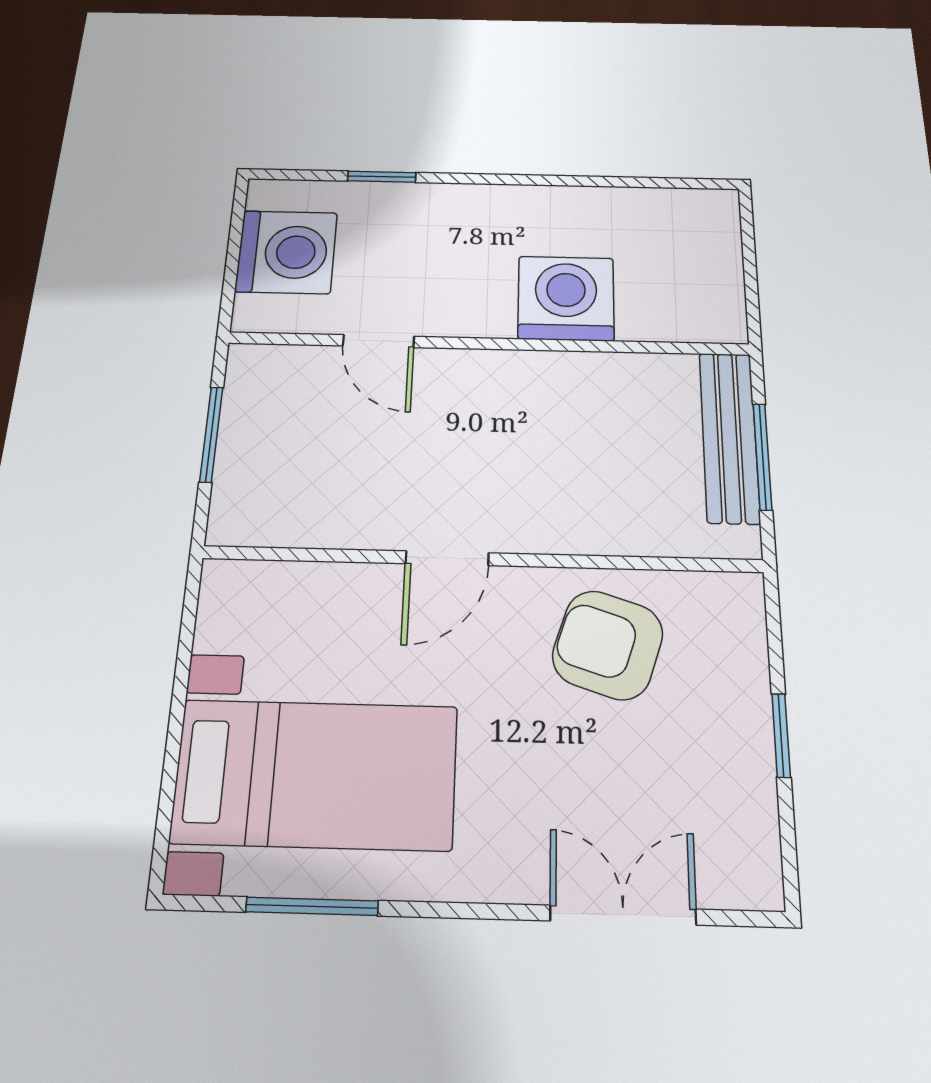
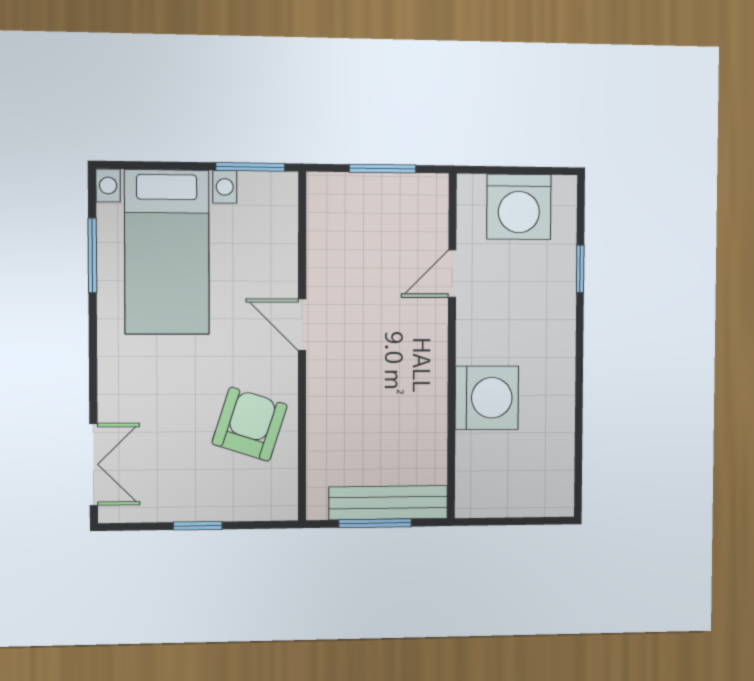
window: (187, 632) -> (250, 167), added
double door: (623, 915) -> (94, 464), moved

